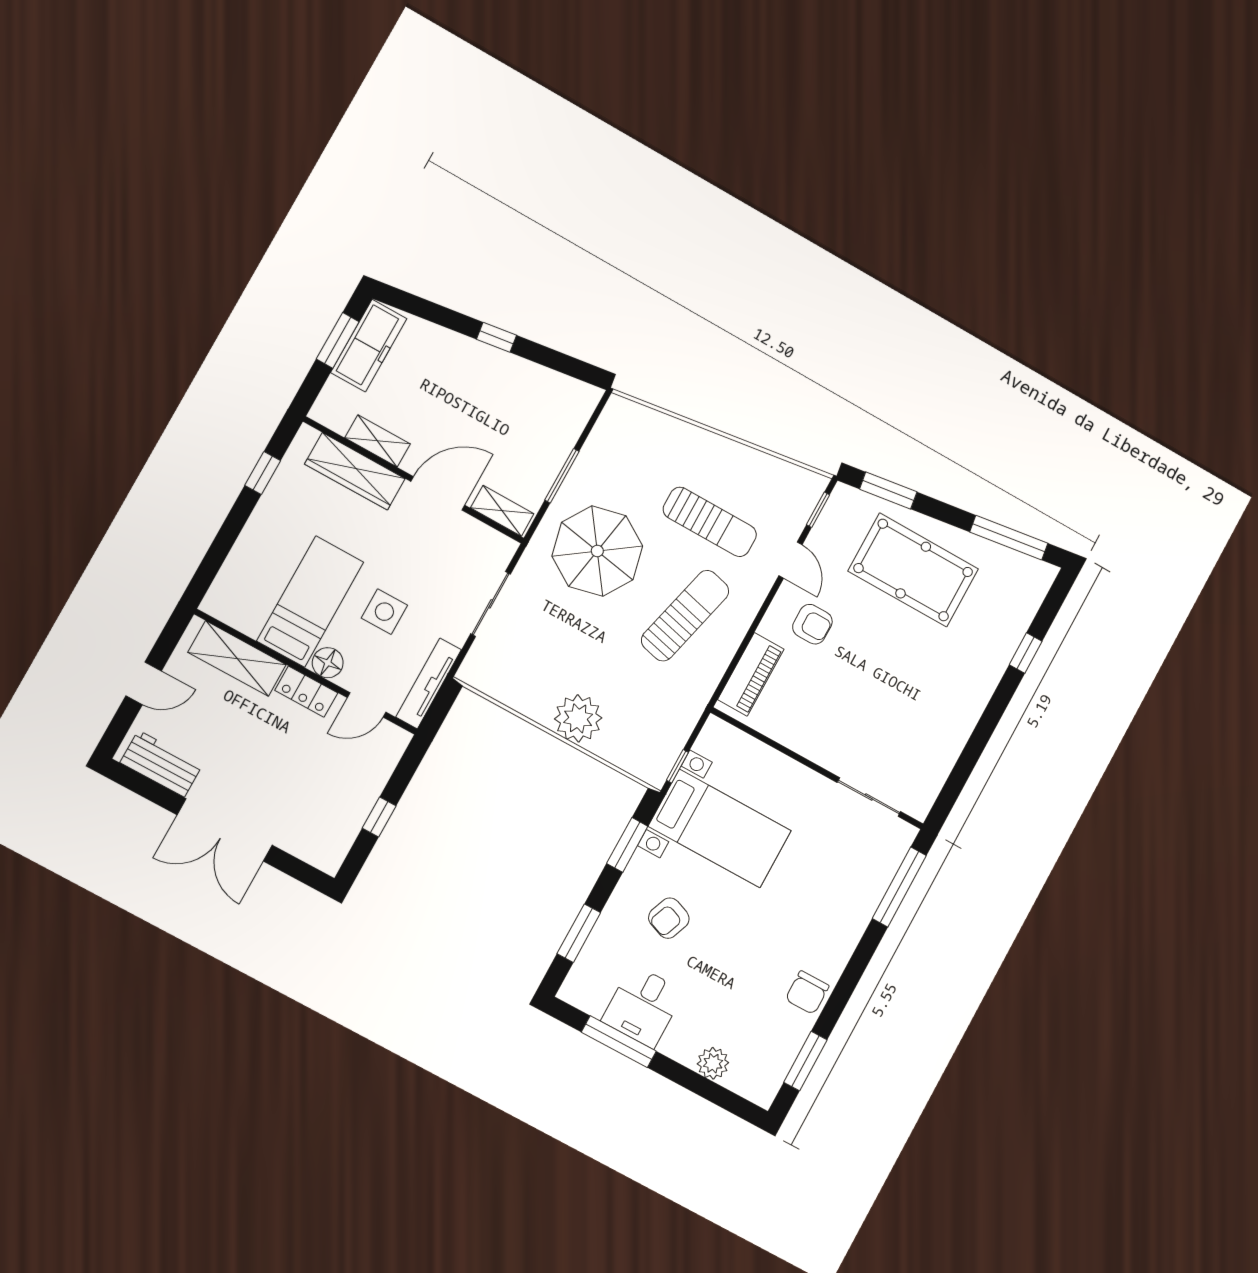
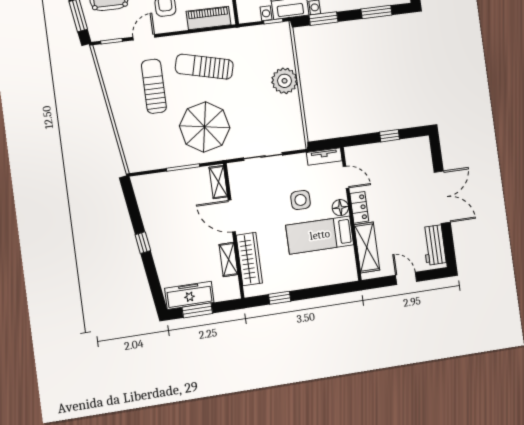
tv unit: (429, 683) -> (324, 157), width x0.71

